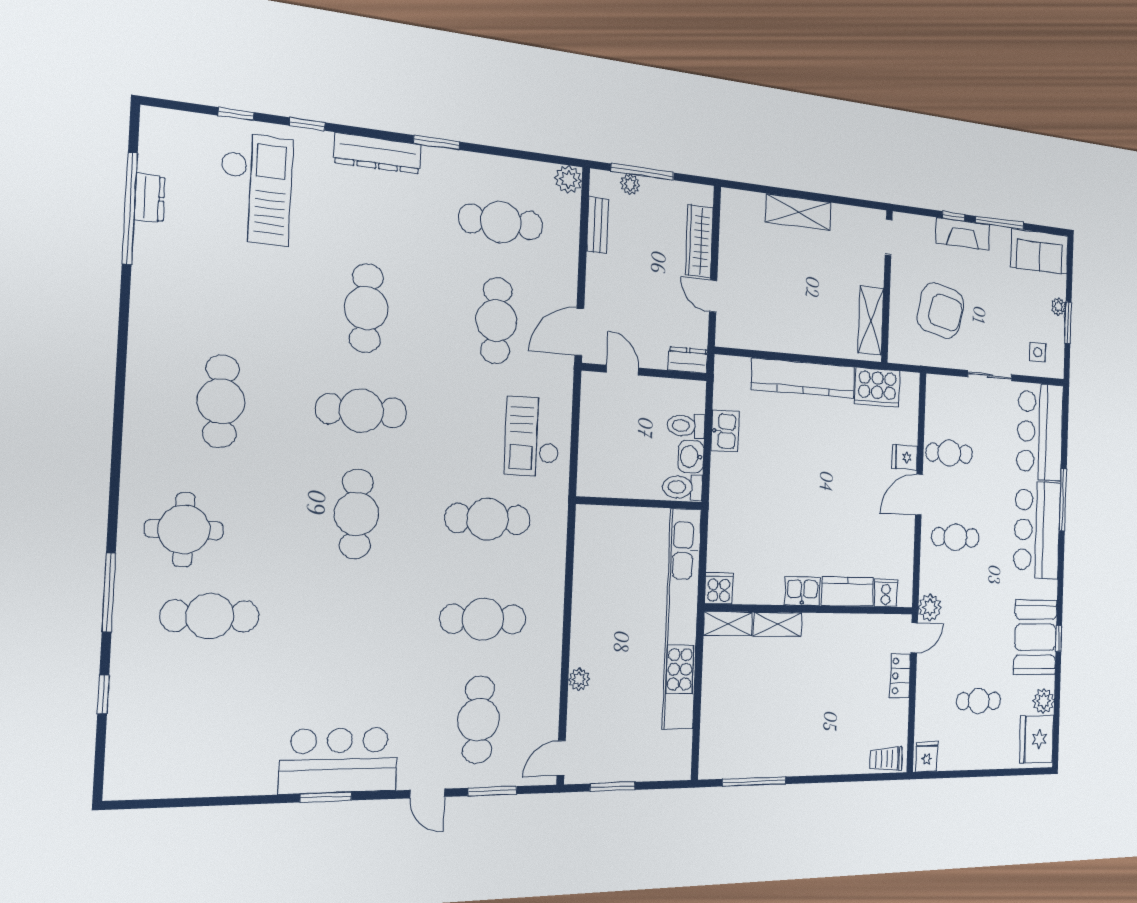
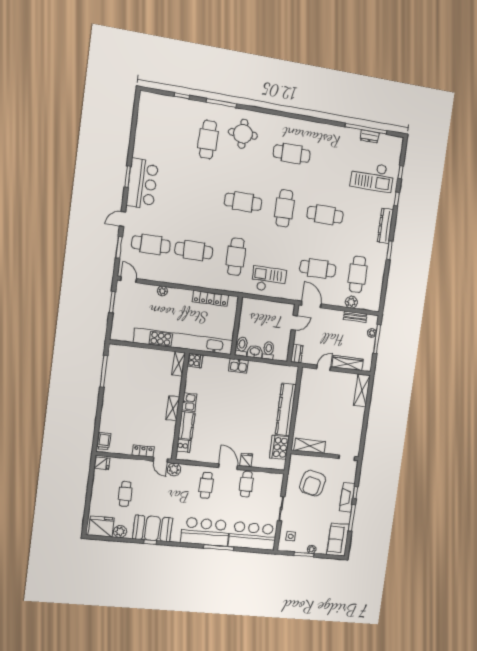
plant: (568, 179) -> (351, 302), moved
shelving: (798, 212) -> (362, 390), moved
kitchen sink: (725, 431) -> (238, 366), moved
locker: (586, 569) -> (210, 298), added
cafe table: (483, 619) -> (194, 251), turned 90
shelving: (778, 624) -> (173, 408), moved

